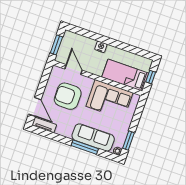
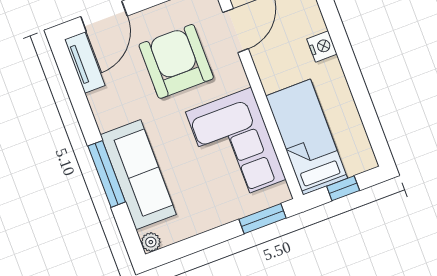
window: (129, 141) -> (263, 219), moved

